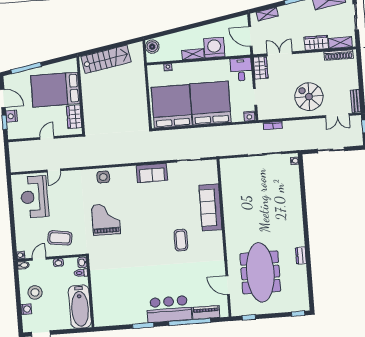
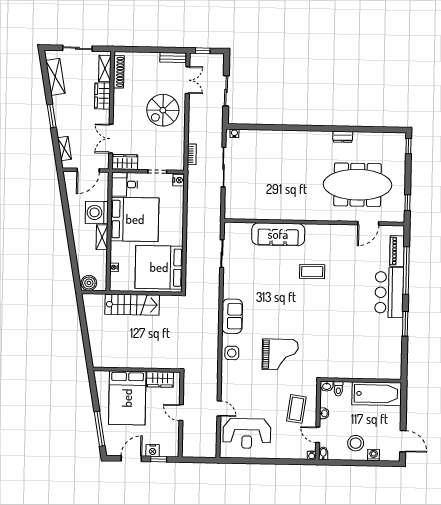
stairs: (106, 59) -> (132, 305), moved, turned 100
bed: (210, 103) -> (135, 219), moved, turned 180
sofa: (152, 173) -> (232, 316), moved
grand piano: (106, 219) -> (280, 354), turned 180

